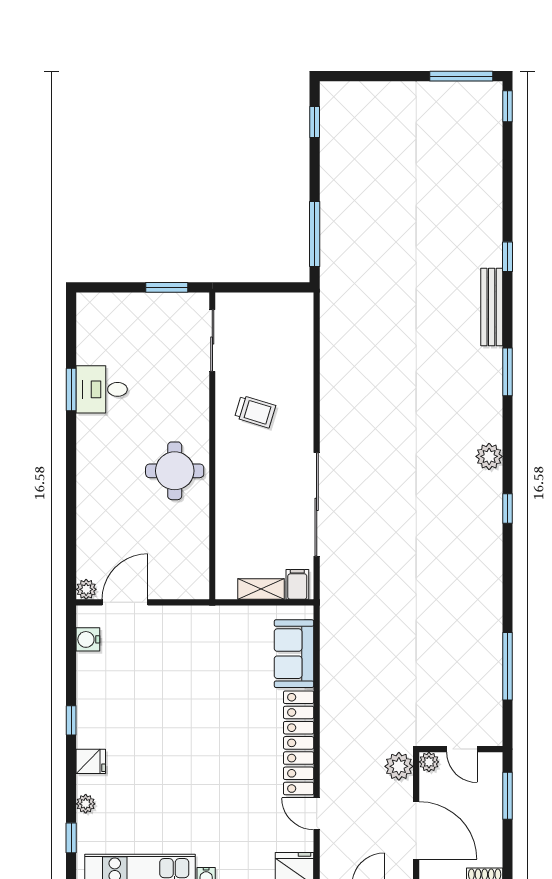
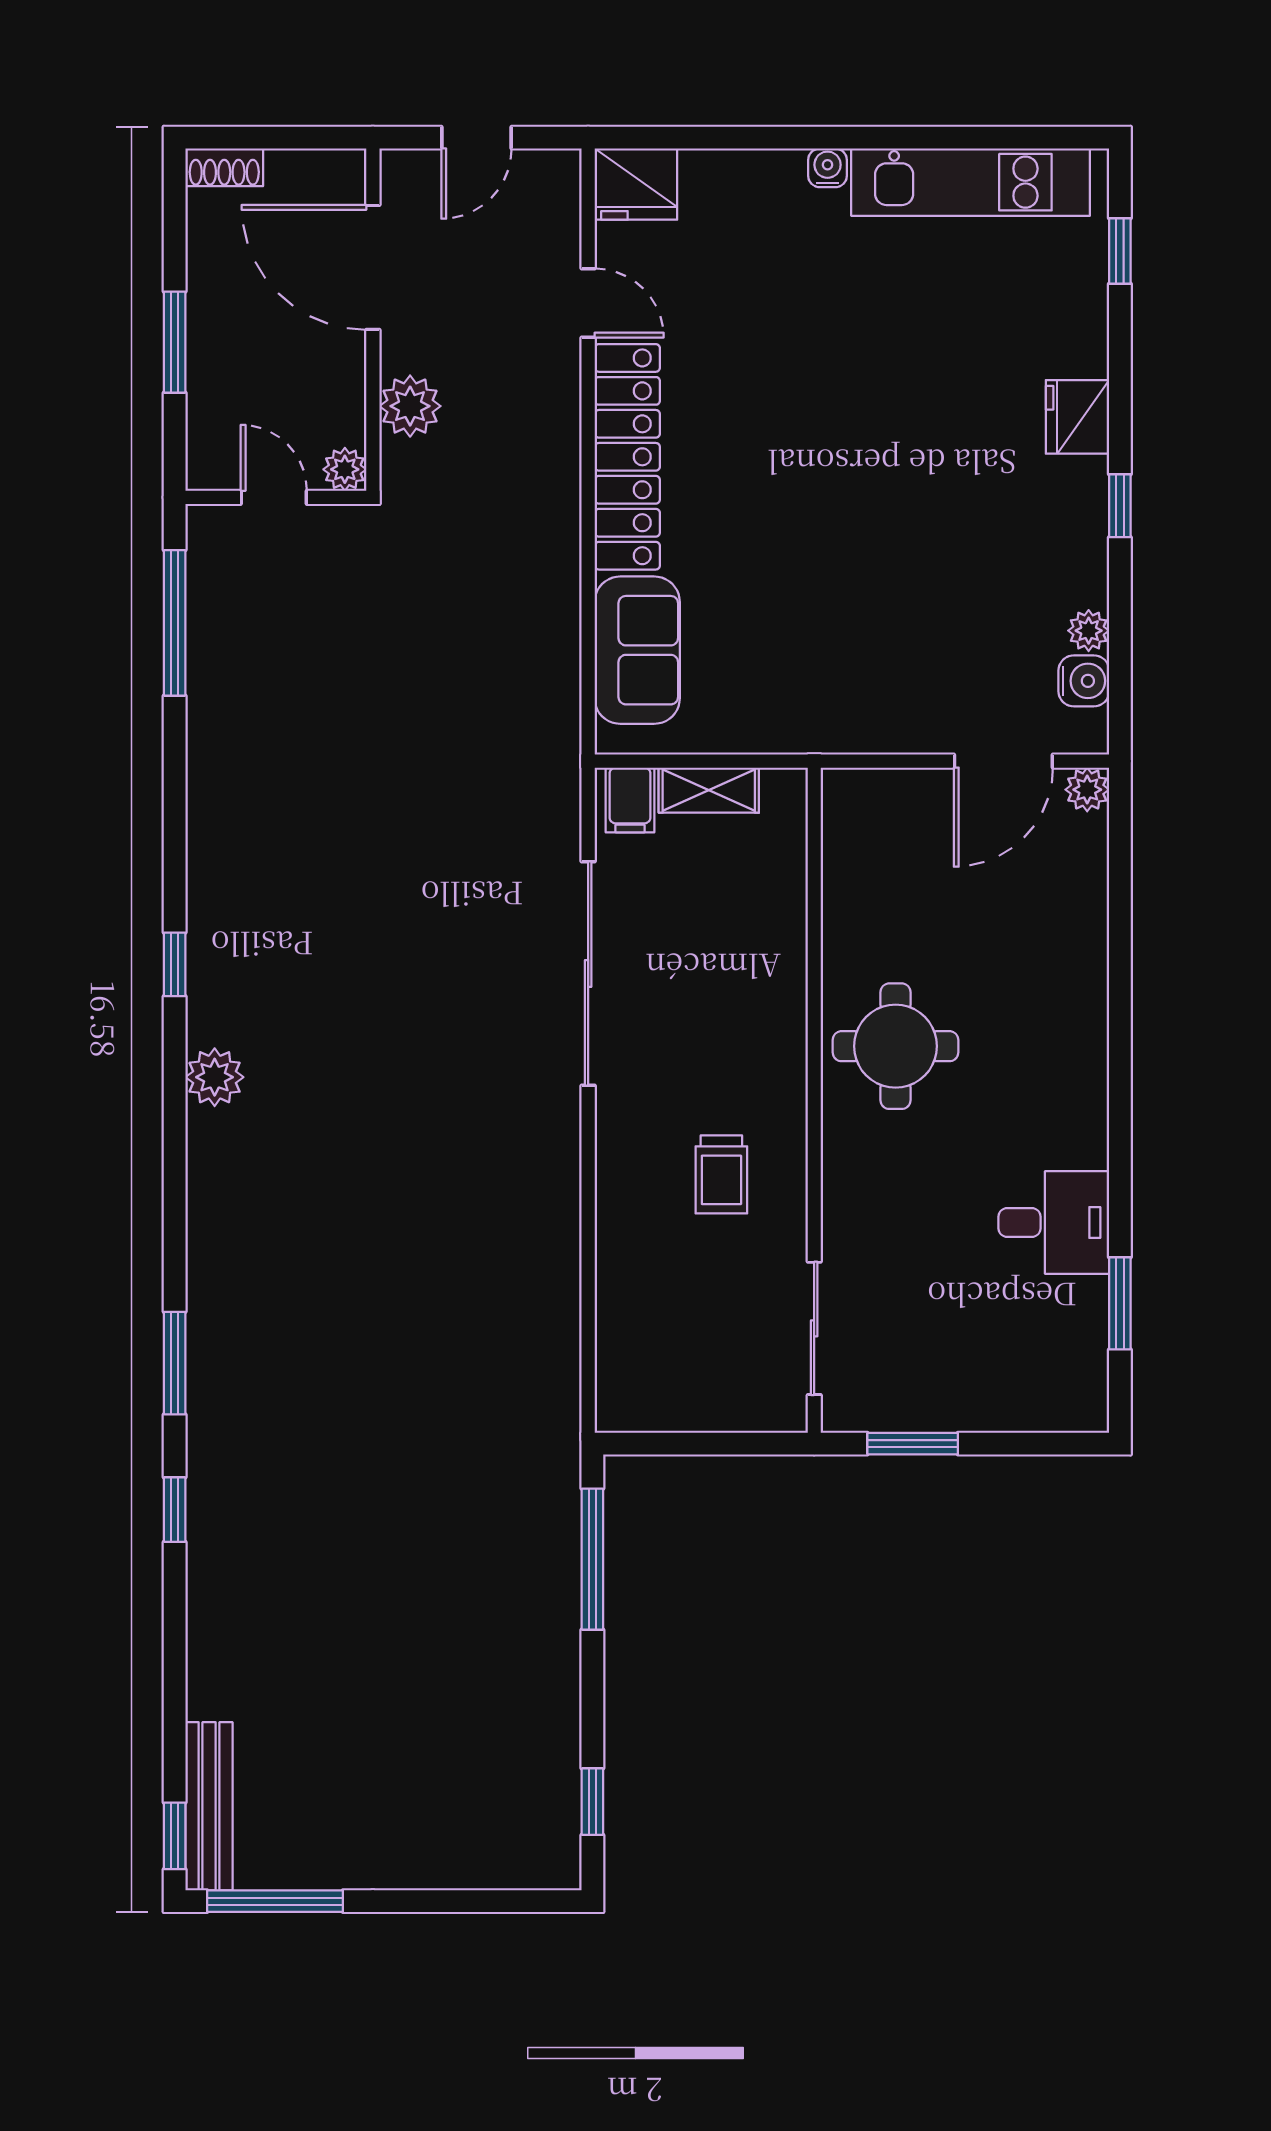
bench: (492, 307) -> (209, 1806), moved
window: (507, 372) -> (175, 1363), moved
window: (71, 389) -> (1120, 1303), moved
trolley: (255, 412) -> (721, 1174), turned -107
wall: (461, 749) -> (276, 497), moved
door: (462, 749) -> (274, 497), moved
fridge: (91, 761) -> (1078, 417), width x1.38
plant: (429, 762) -> (345, 469), moved
plant: (86, 804) -> (1089, 631), moved

